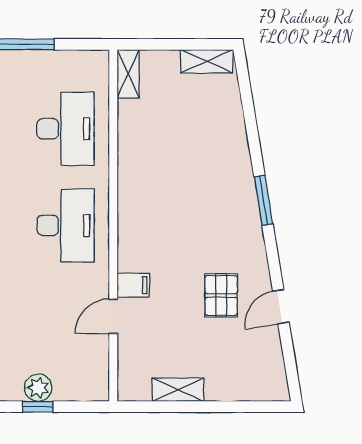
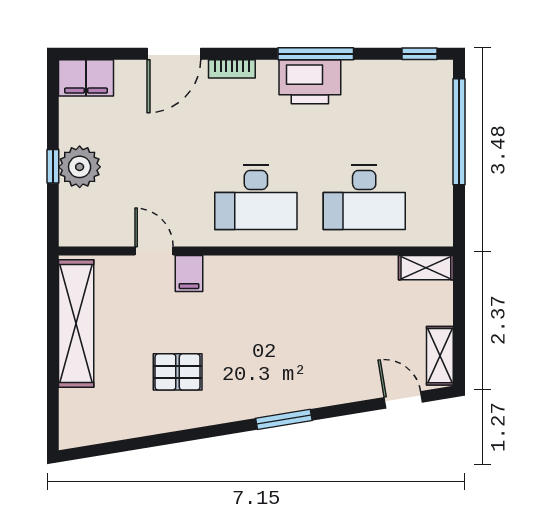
door: (281, 307) -> (403, 400), moved
plant: (38, 388) -> (80, 167), width x1.36, depth x1.36
shelving: (178, 390) -> (76, 324), width x2.20, depth x1.33

